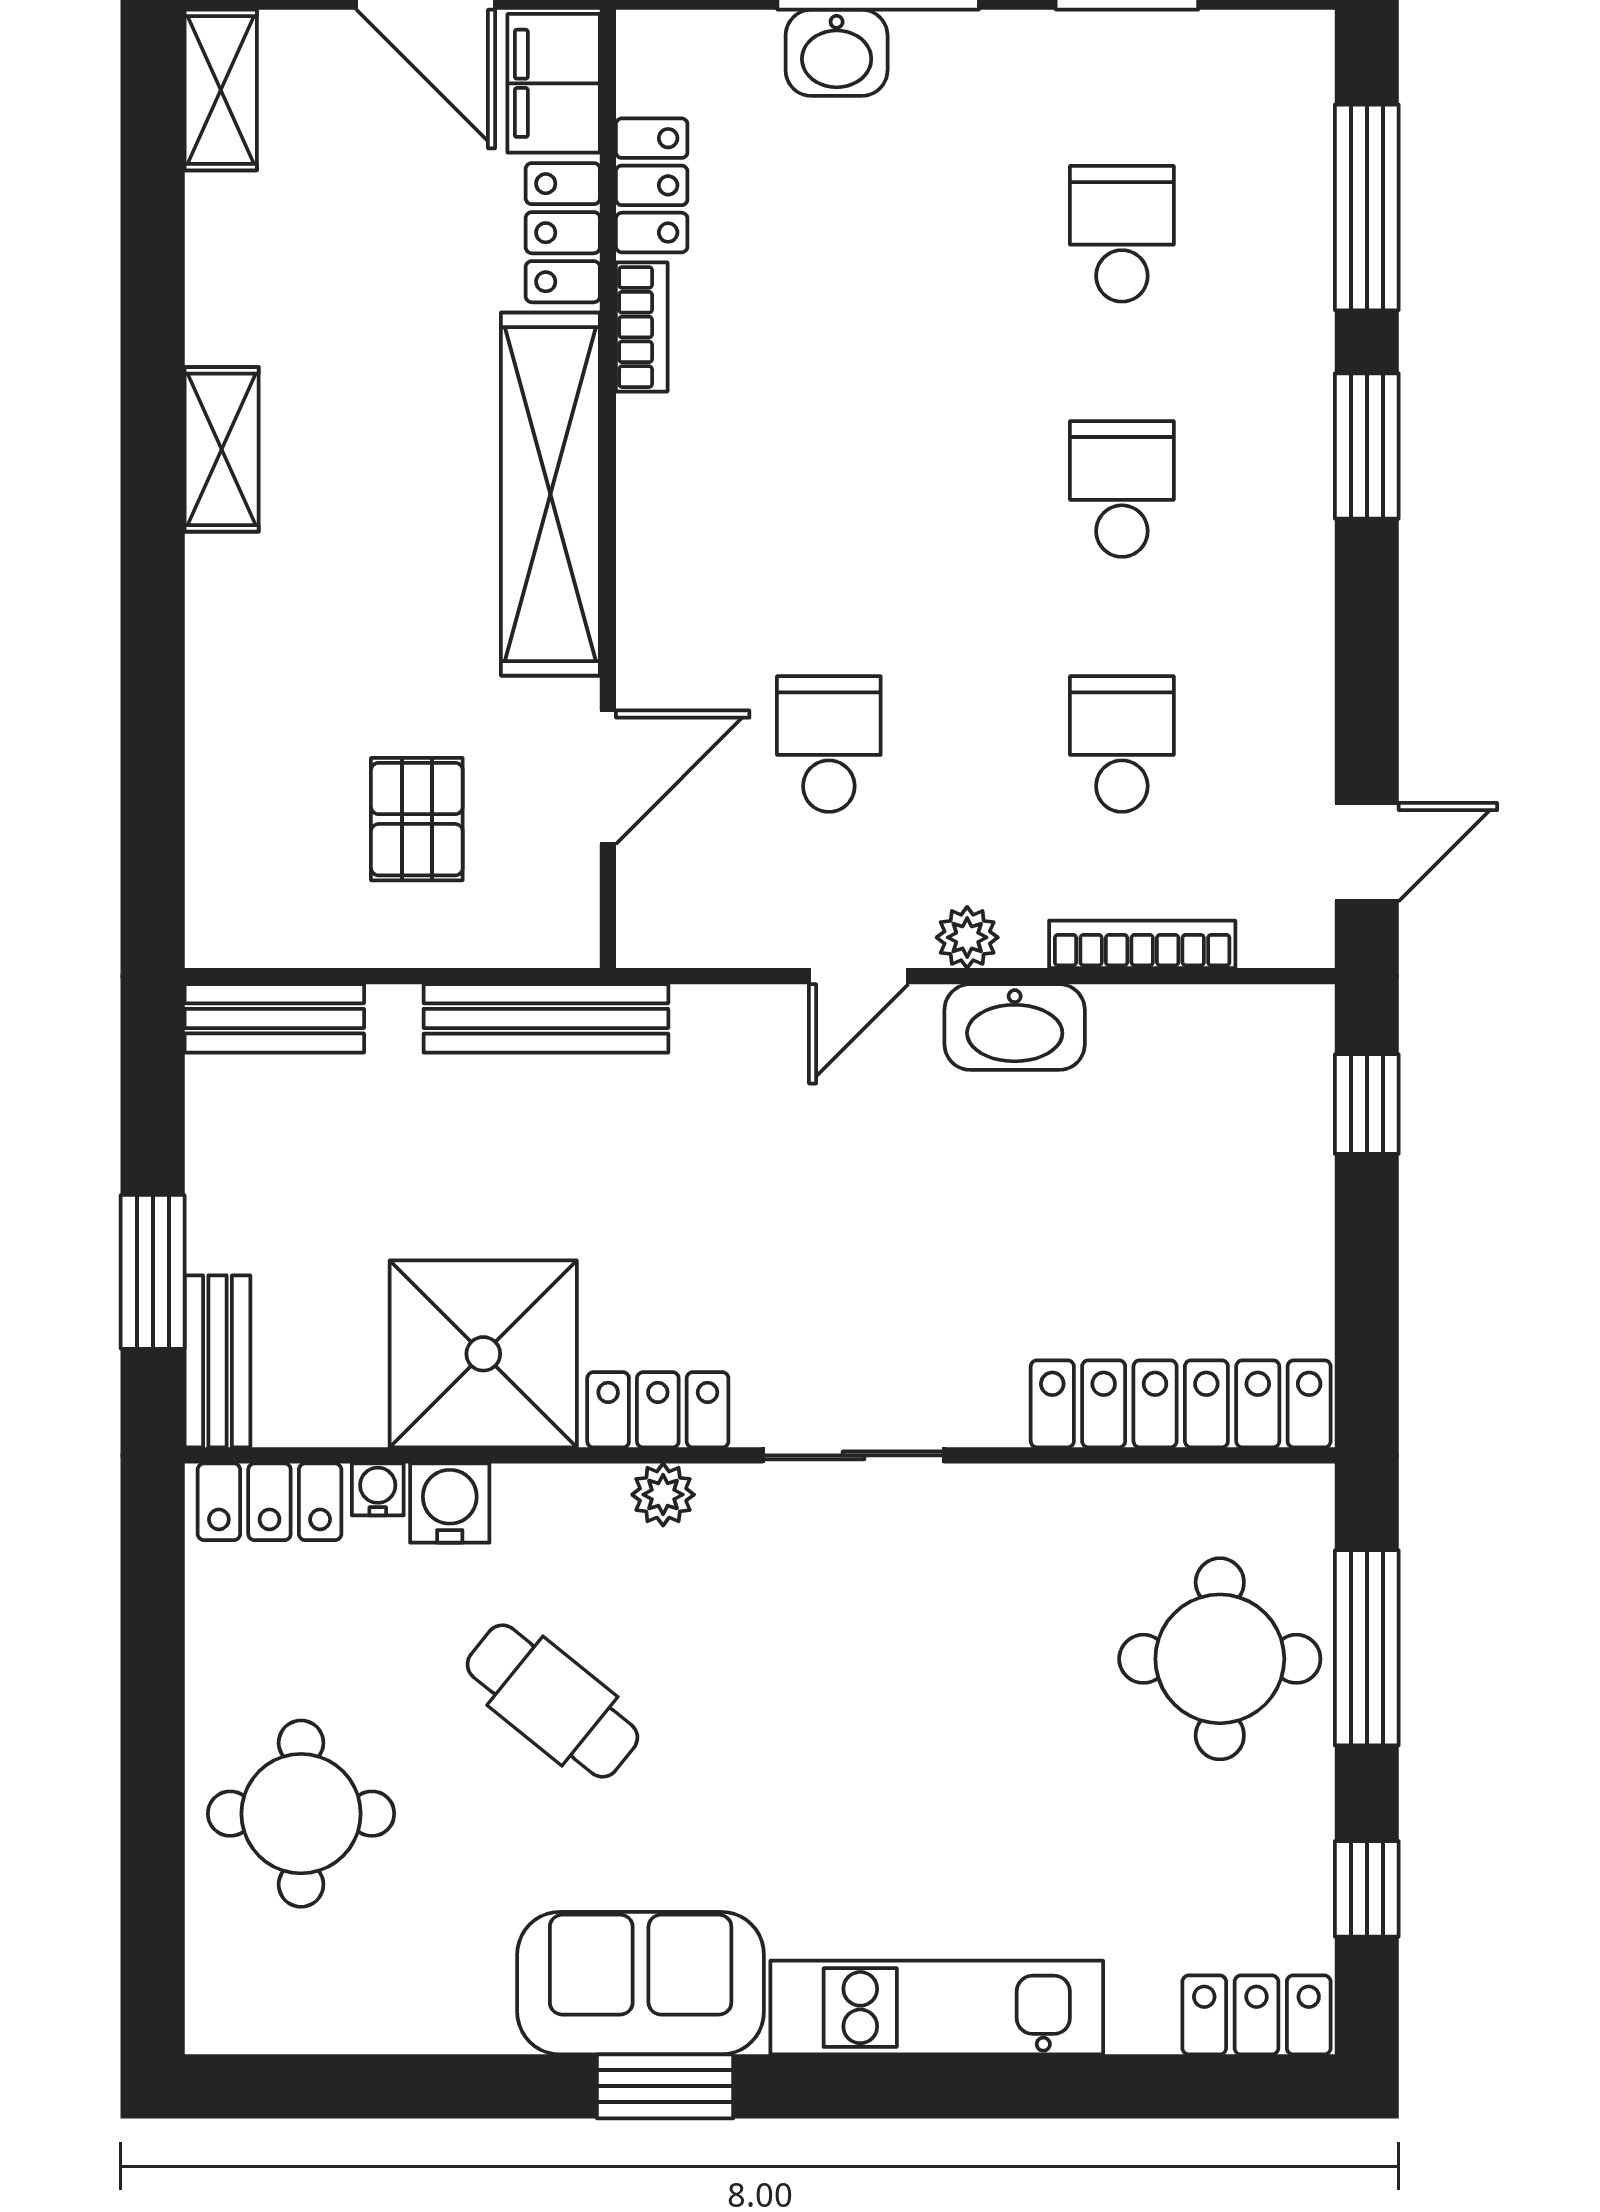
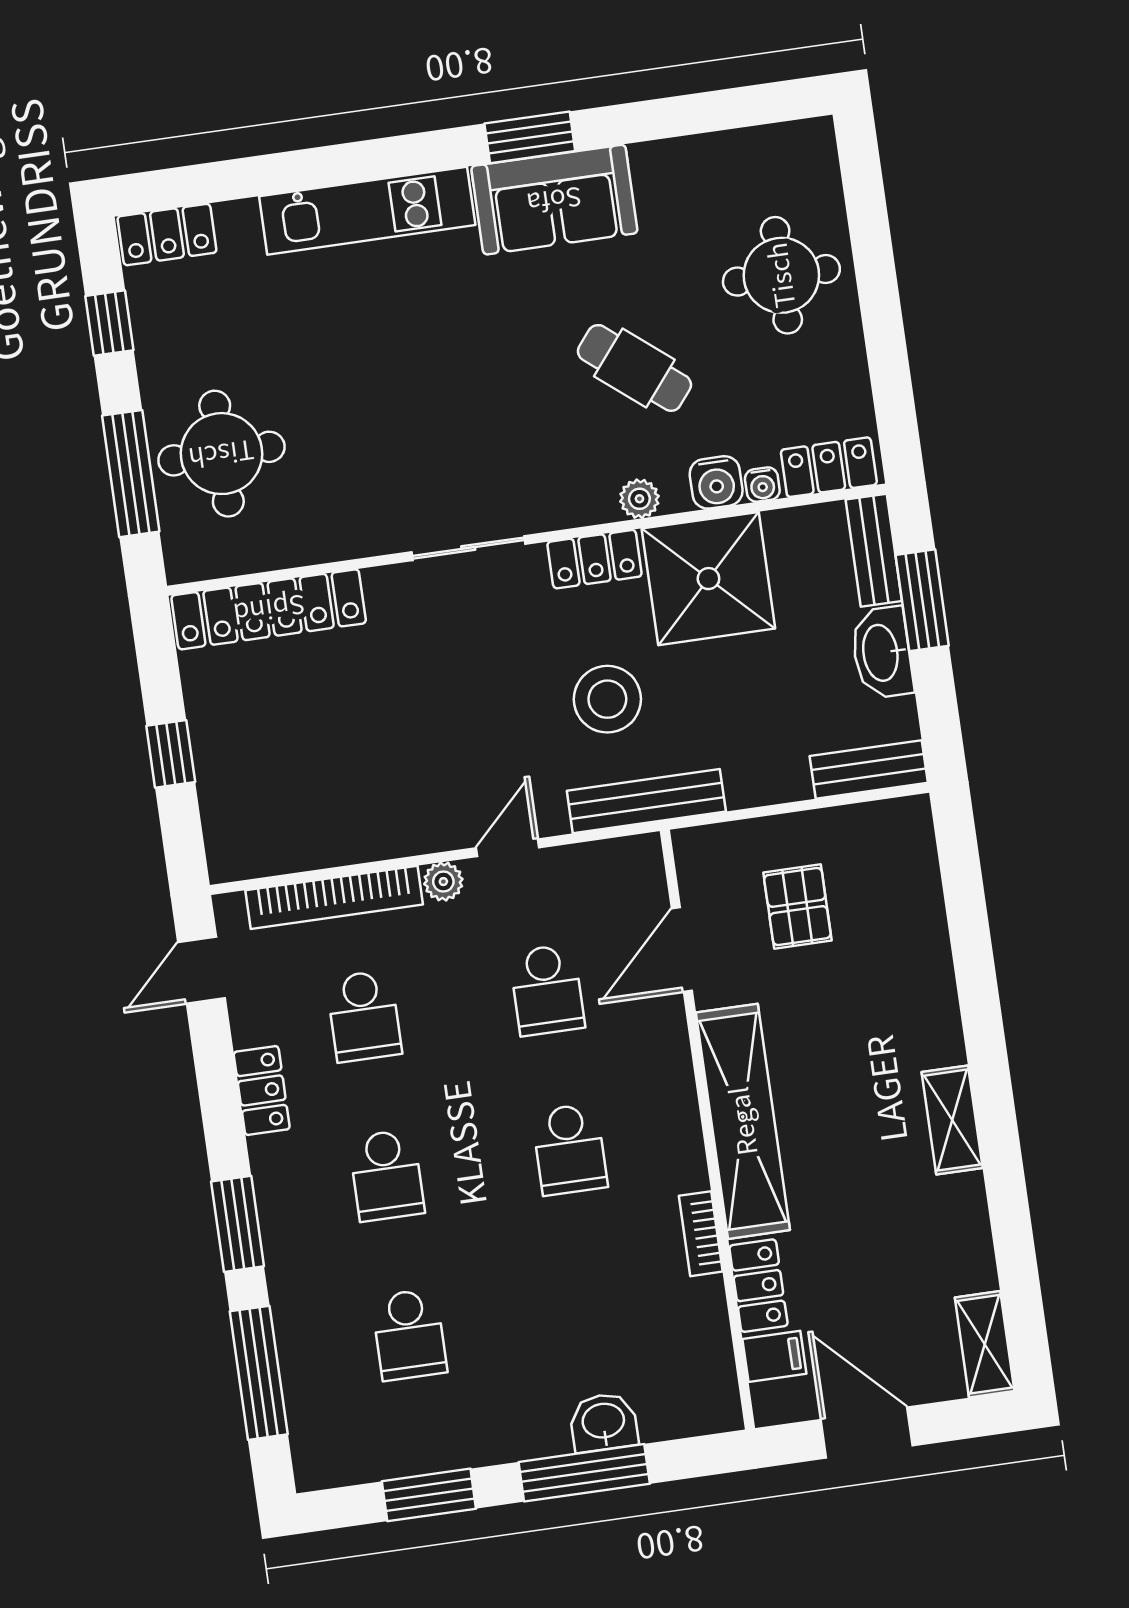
filing cabinet: (554, 83) -> (774, 1356), width x0.50
locker: (652, 185) -> (262, 1090), moved, turned 180
school desk: (829, 489) -> (570, 1149), added
bookcase: (1142, 944) -> (334, 897), width x1.48, depth x1.31
bench: (546, 1018) -> (646, 801), moved
washbasin: (1015, 1027) -> (882, 653), moved, turned -90
window: (1367, 1104) -> (171, 754), moved
stool: (669, 1187) -> (607, 699), added
plant: (663, 1495) -> (639, 499), moved

